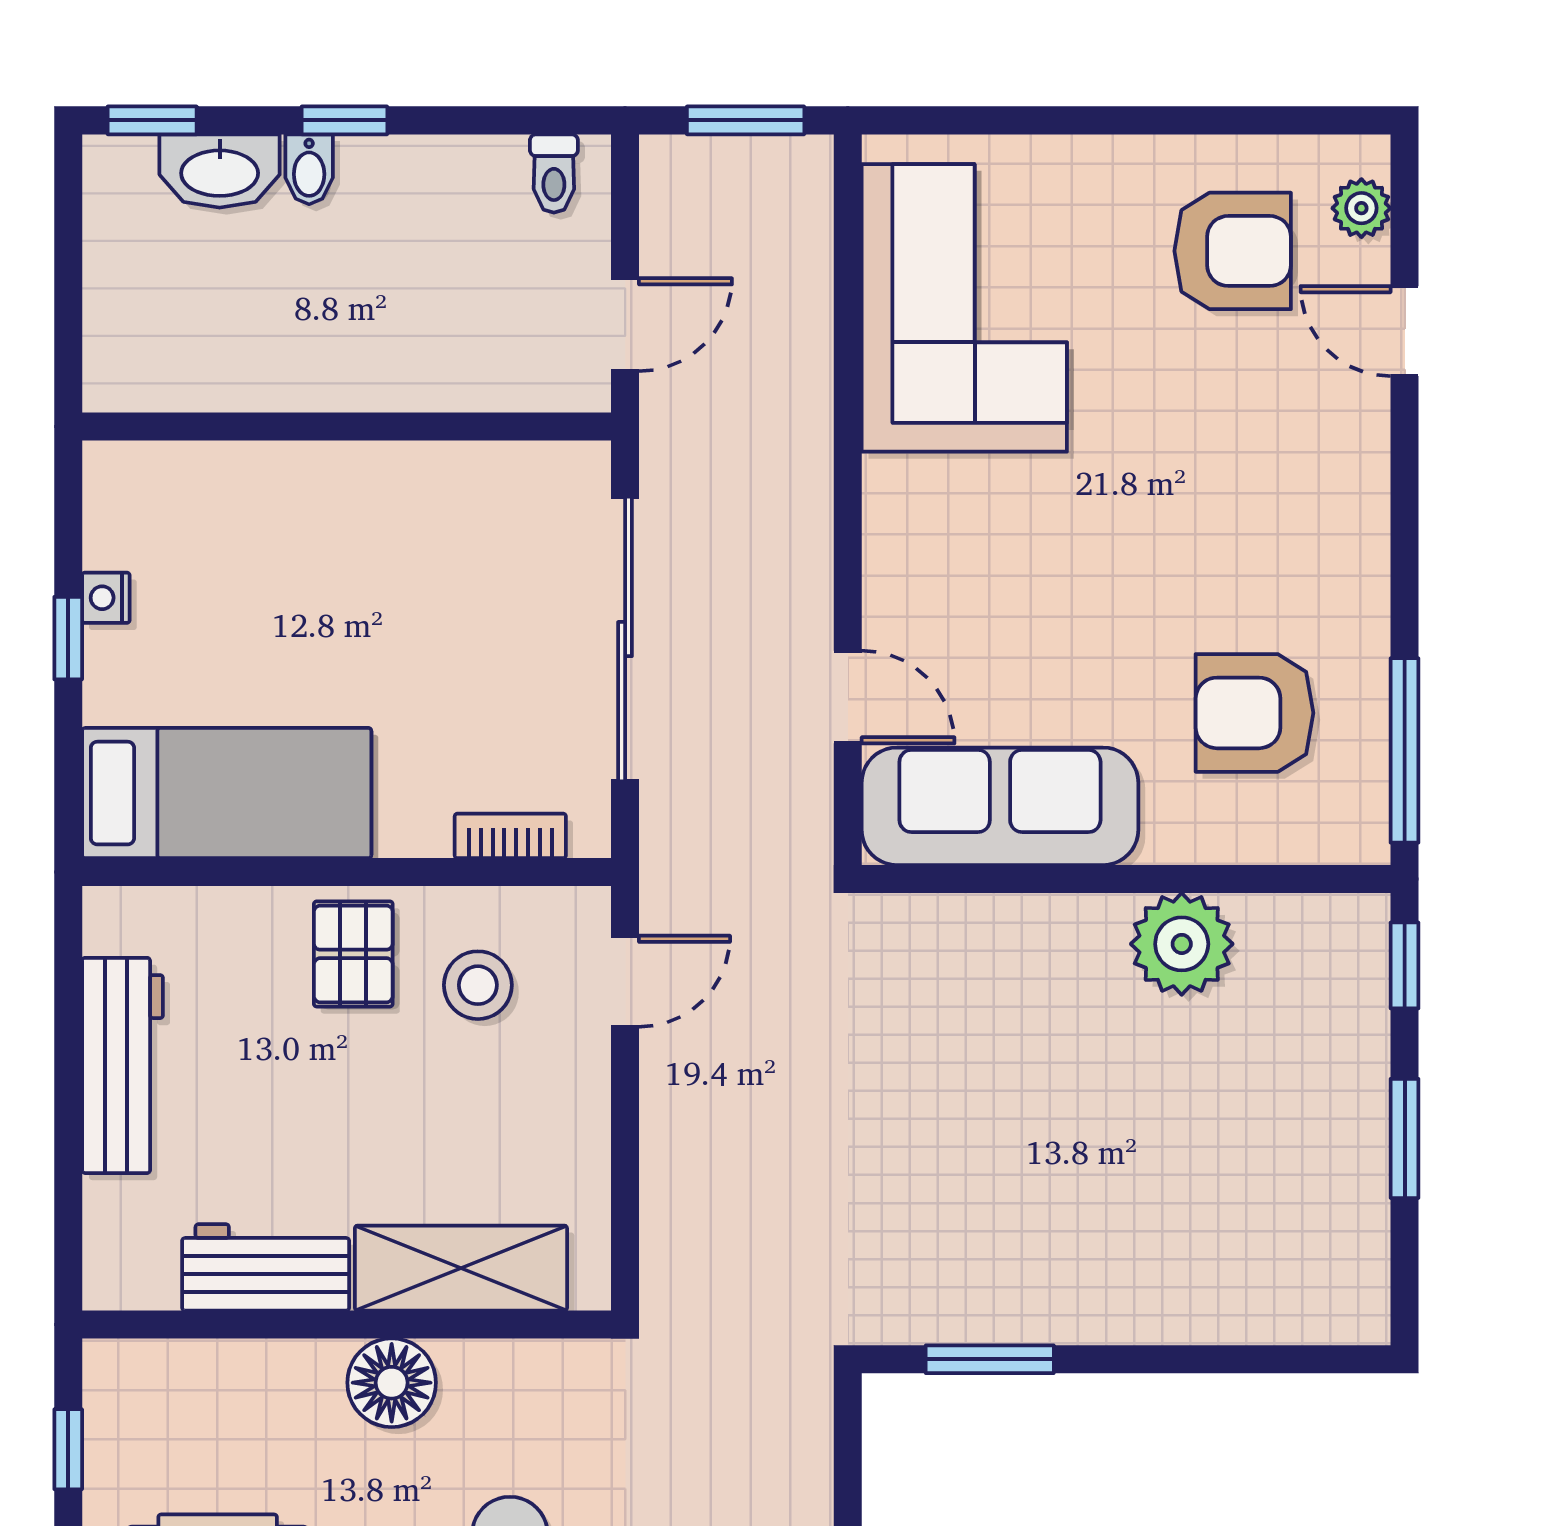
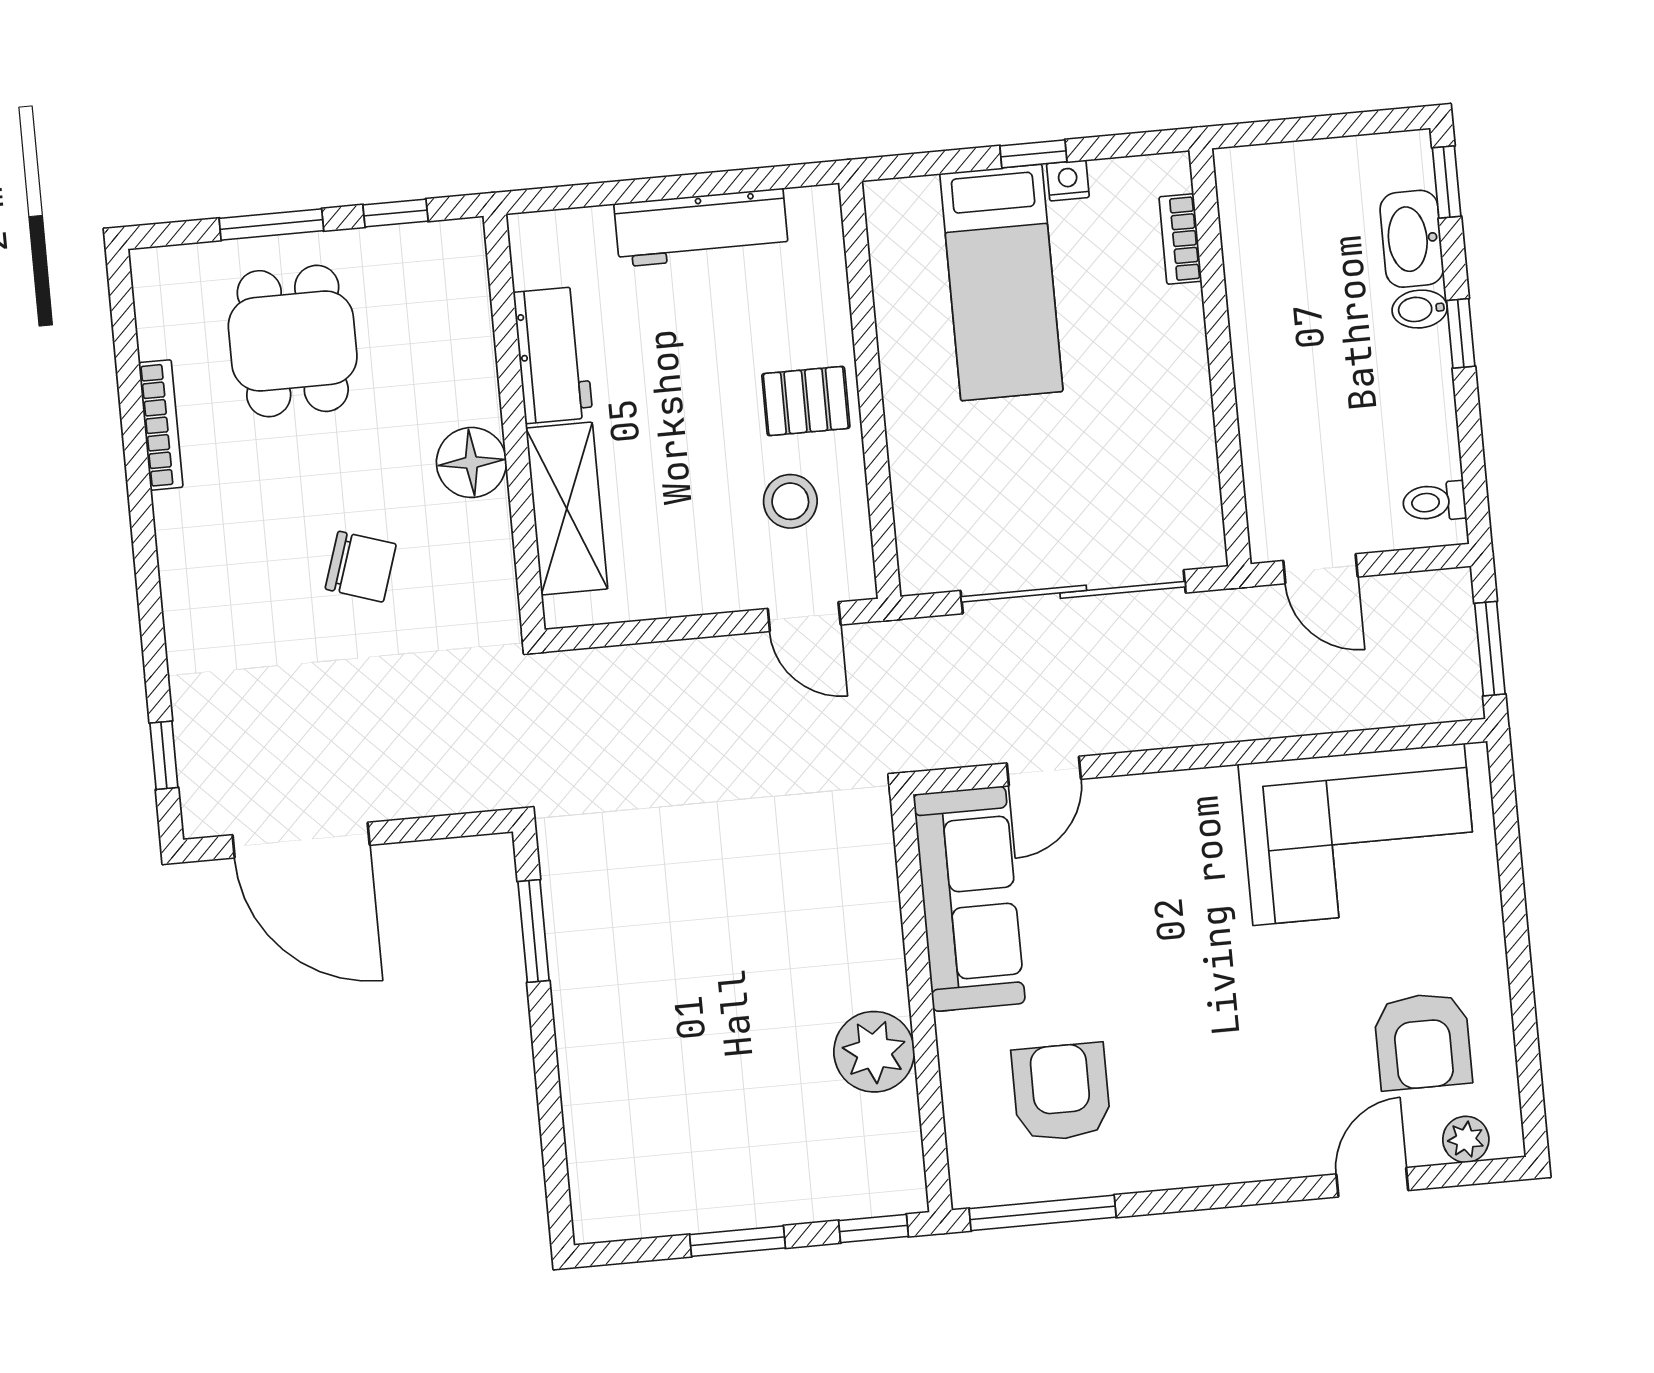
bed: (227, 793) -> (1001, 282), moved
bookcase: (510, 836) -> (1180, 239), moved, turned 180

